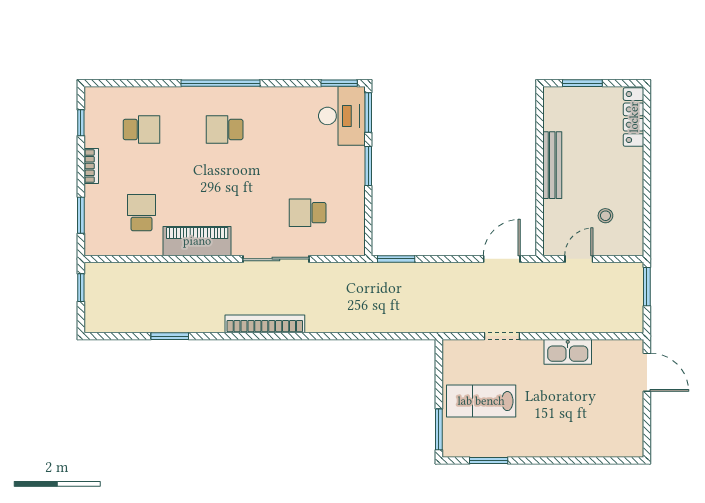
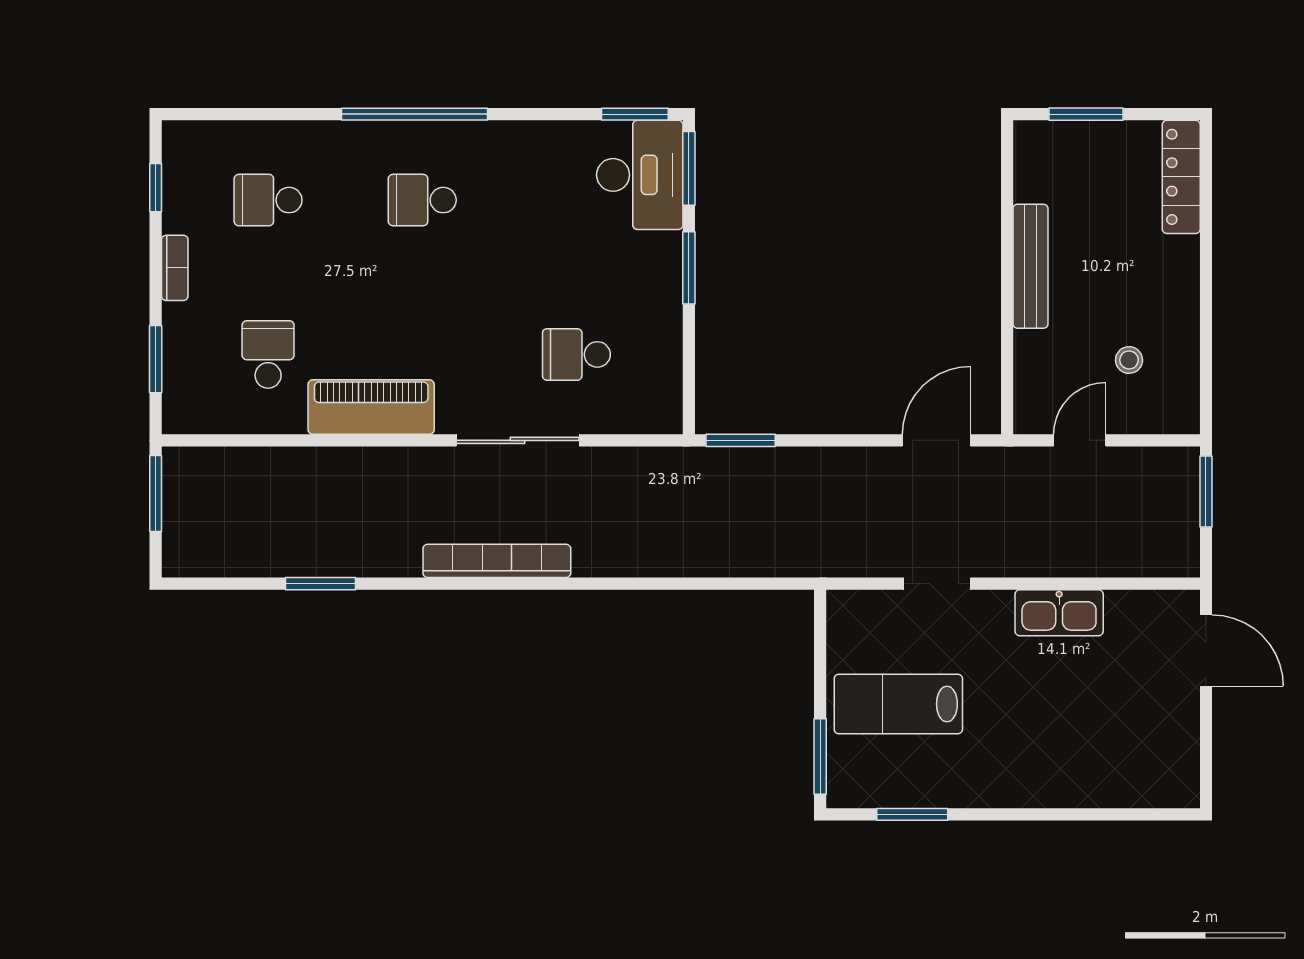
school desk: (142, 130) -> (268, 200), turned 180
window: (81, 288) -> (156, 494), width x1.50

